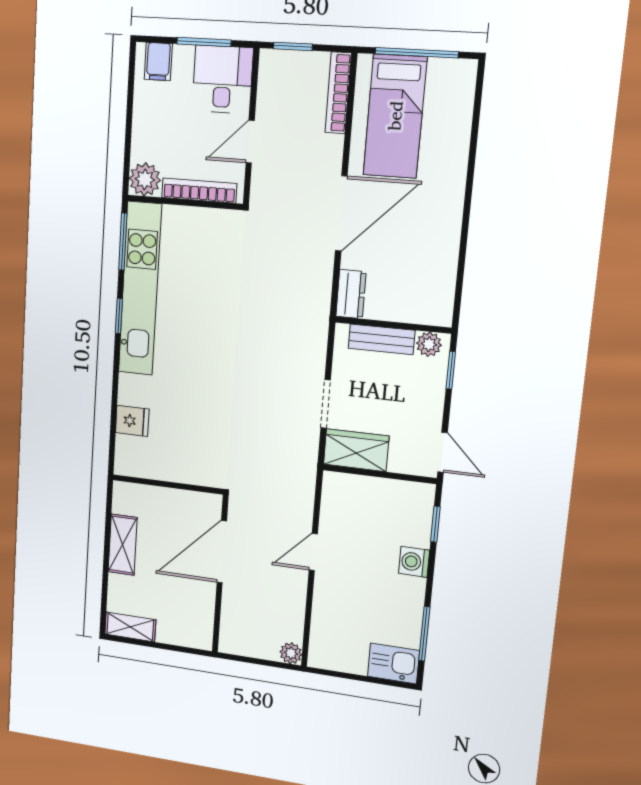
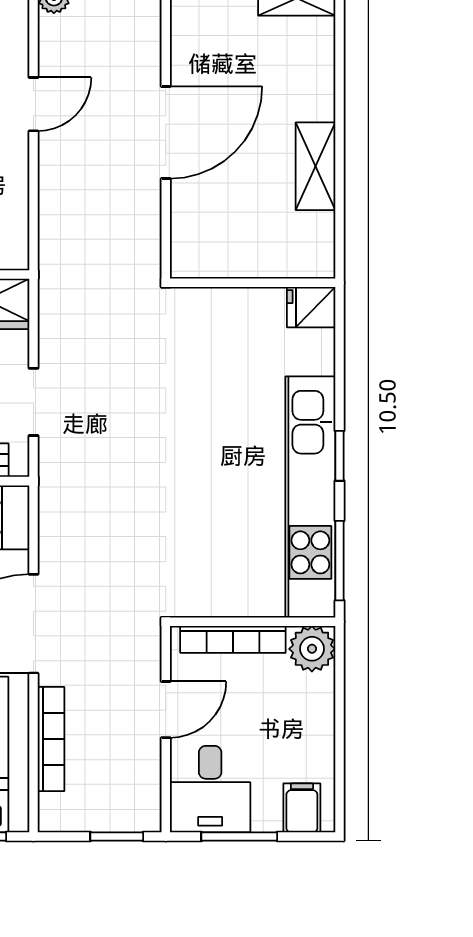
bookcase: (338, 93) -> (51, 739), moved
doorway: (326, 404) -> (34, 402), moved
wall: (168, 484) -> (253, 283), moved
shelving: (123, 545) -> (315, 166), moved
door: (313, 552) -> (34, 104), moved

